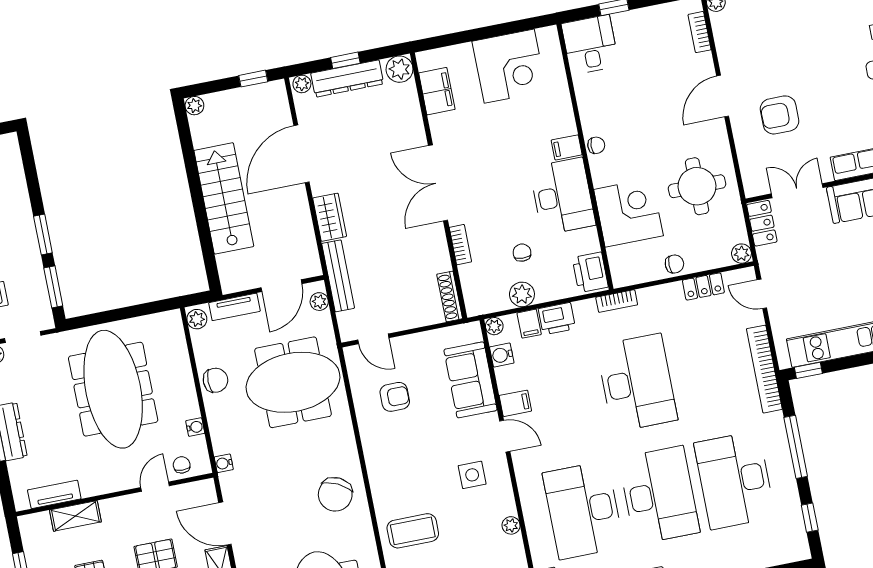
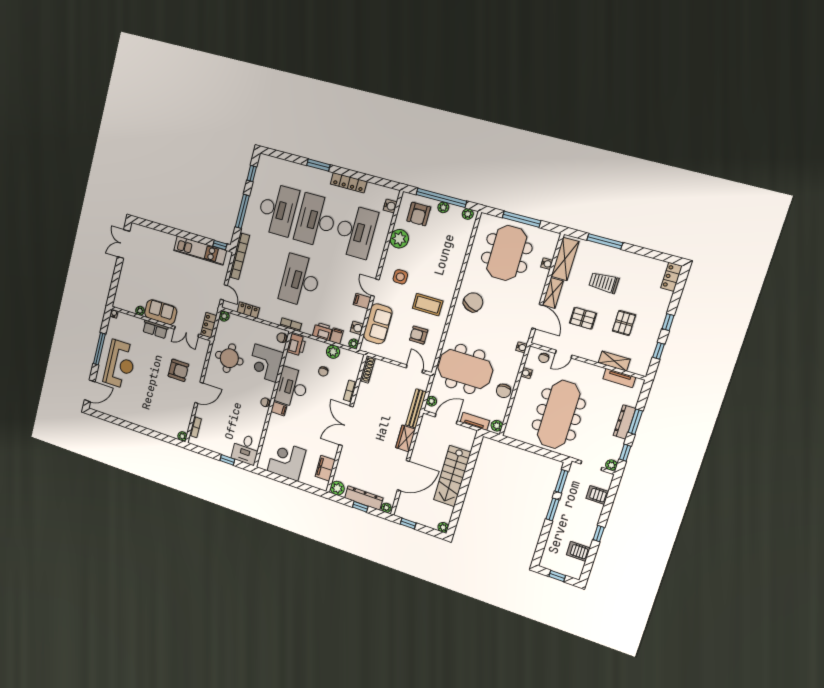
double door: (438, 183) -> (346, 426), swing flipped
chair: (674, 264) -> (282, 338), moved
chair: (215, 380) -> (504, 391), turned -90
plant: (511, 525) -> (399, 239), width x1.87, depth x1.87
coffee table: (413, 531) -> (428, 305), moved

